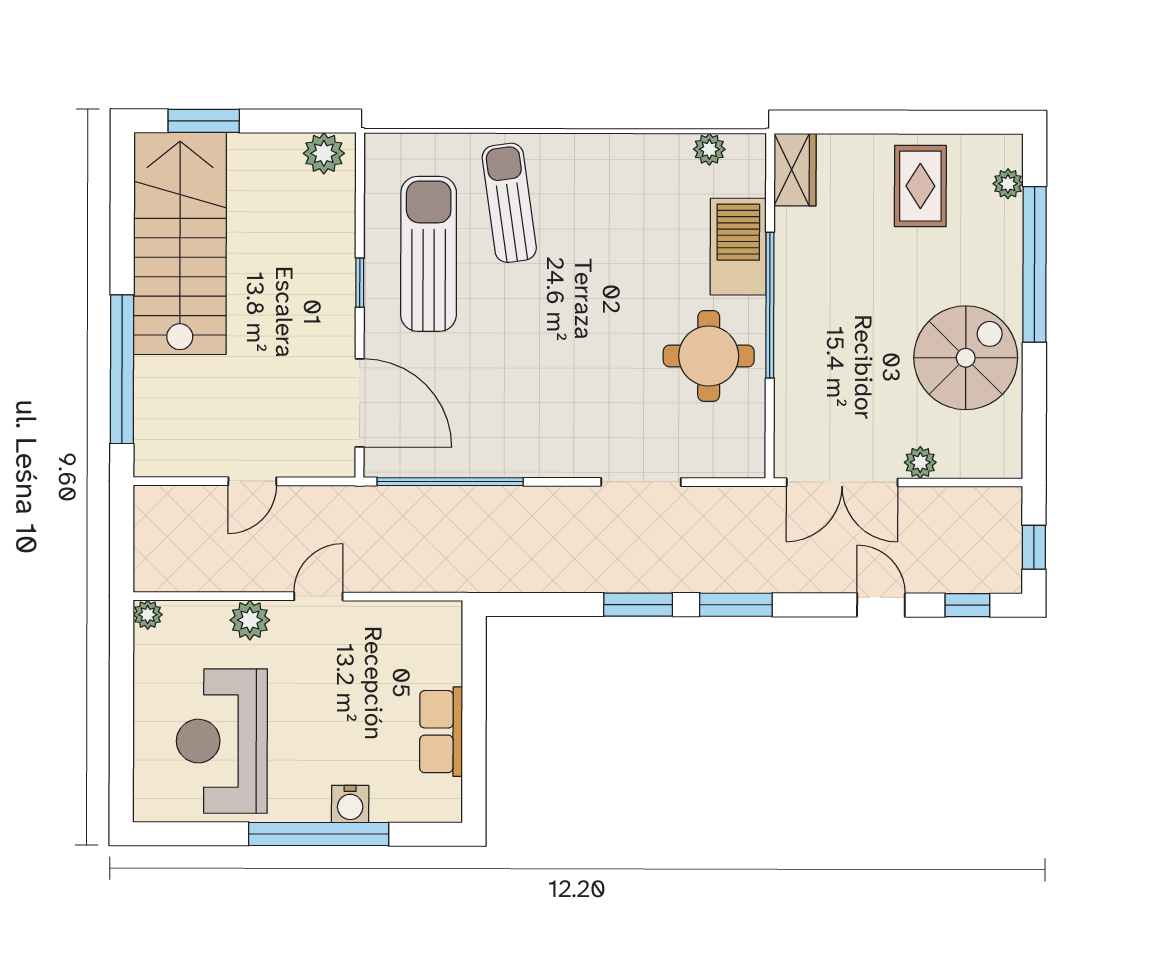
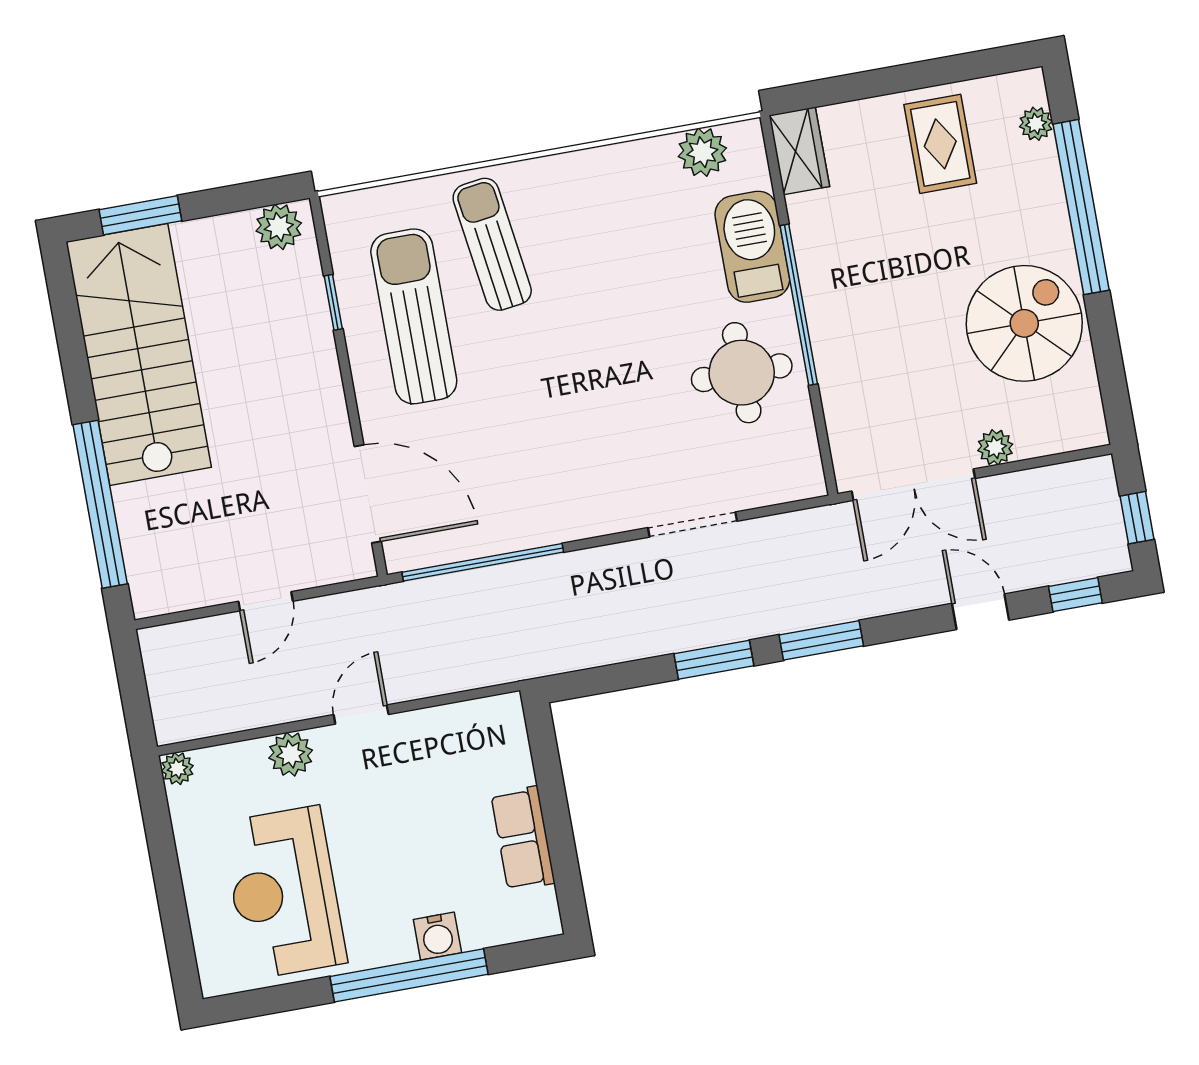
plant: (709, 149) -> (702, 152), width x1.38, depth x1.38
window: (360, 283) -> (333, 302), moved

